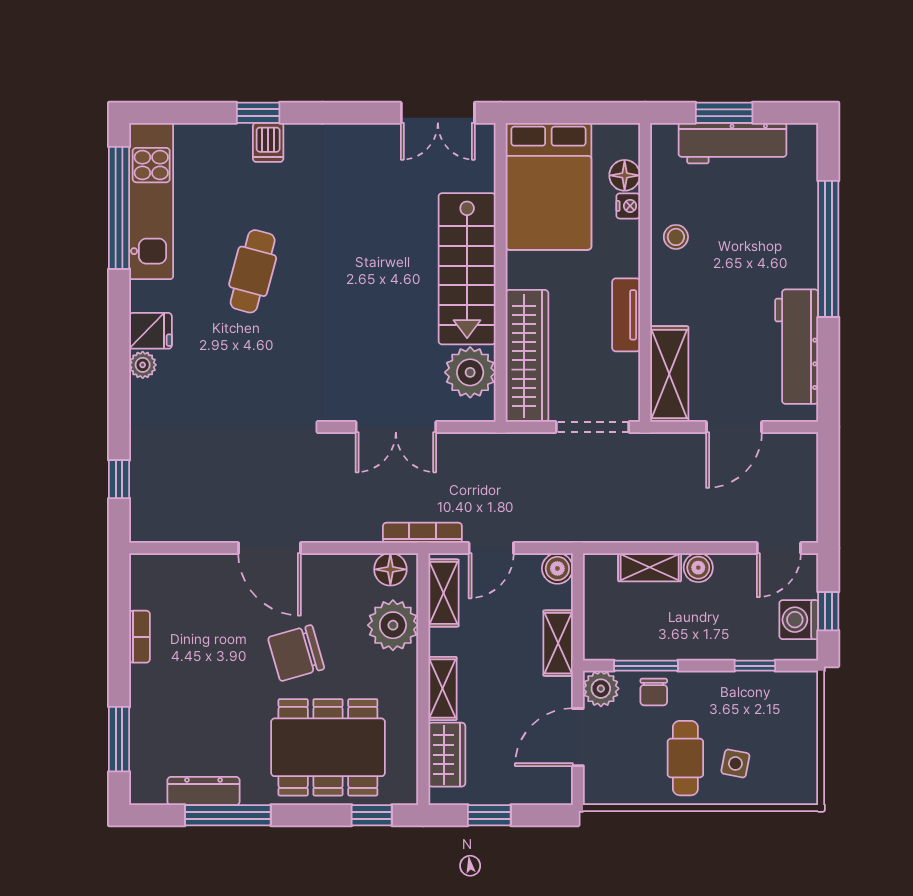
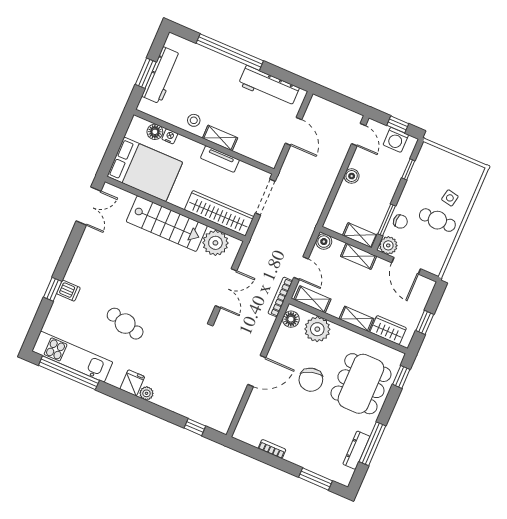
shelving: (669, 374) -> (220, 138), moved, width x0.67, depth x0.75
shelving: (650, 567) -> (360, 235), moved, turned 90

